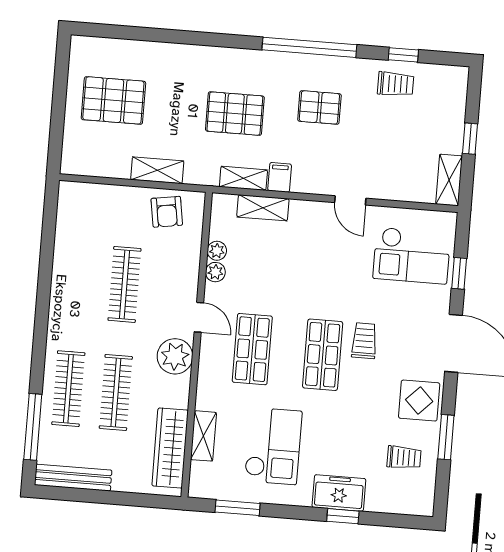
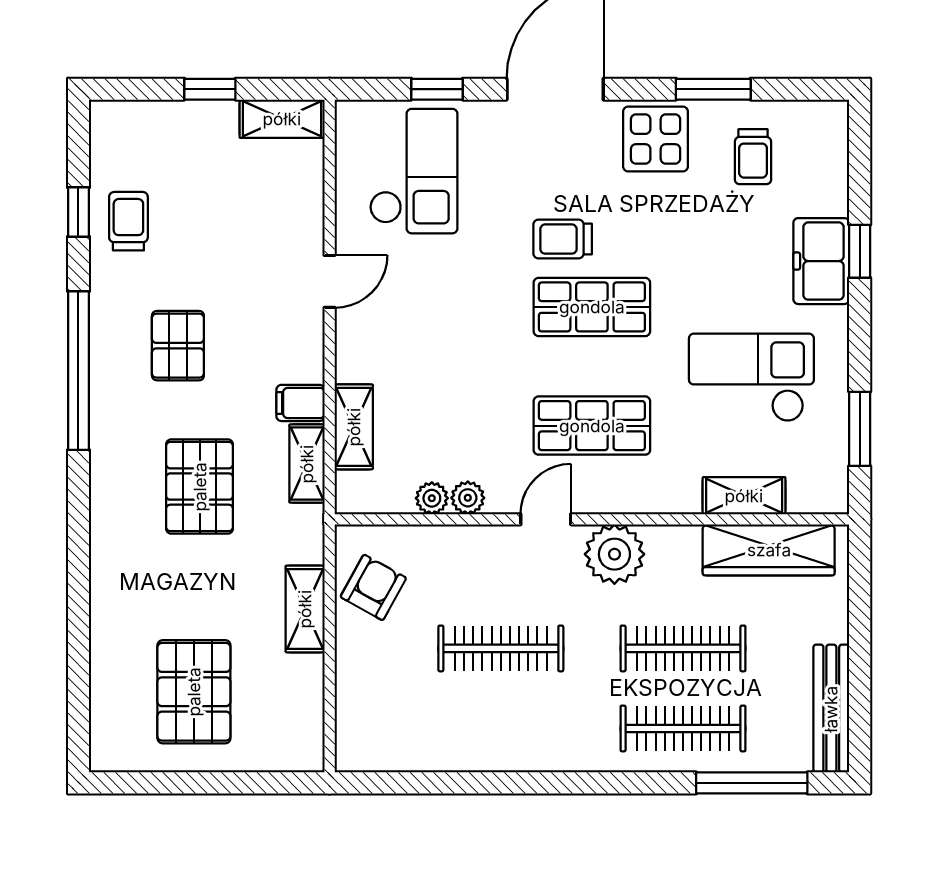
armchair: (167, 212) -> (373, 587), turned -52
trolley: (404, 457) -> (753, 157), turned 180

